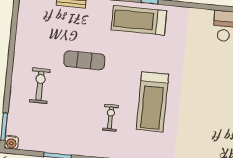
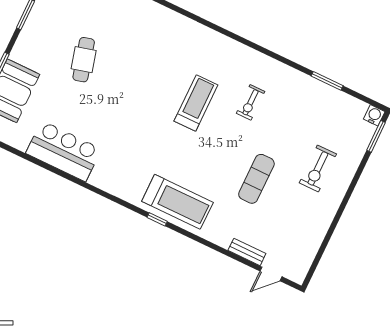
exercise mat: (84, 60) -> (256, 179), turned 90
treadmill: (152, 102) -> (196, 103), width x0.73, depth x0.73

